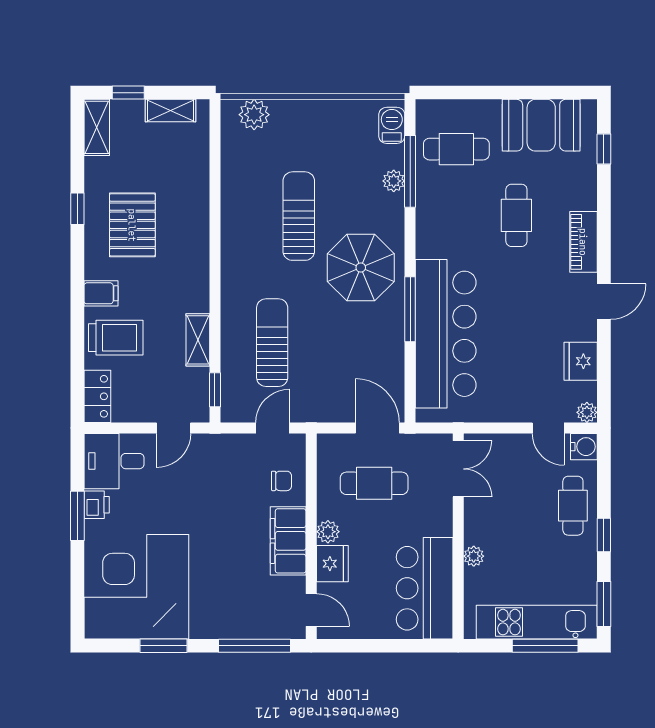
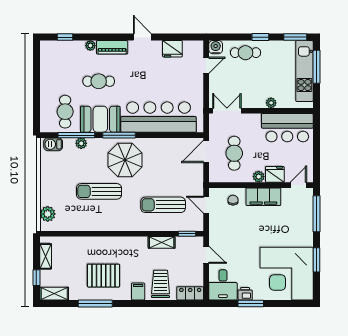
booth: (541, 125) -> (100, 119), moved, turned 90
window: (77, 209) -> (95, 303), width x2.17
window: (410, 309) -> (119, 135), moved
plant: (587, 412) -> (90, 46), moved

